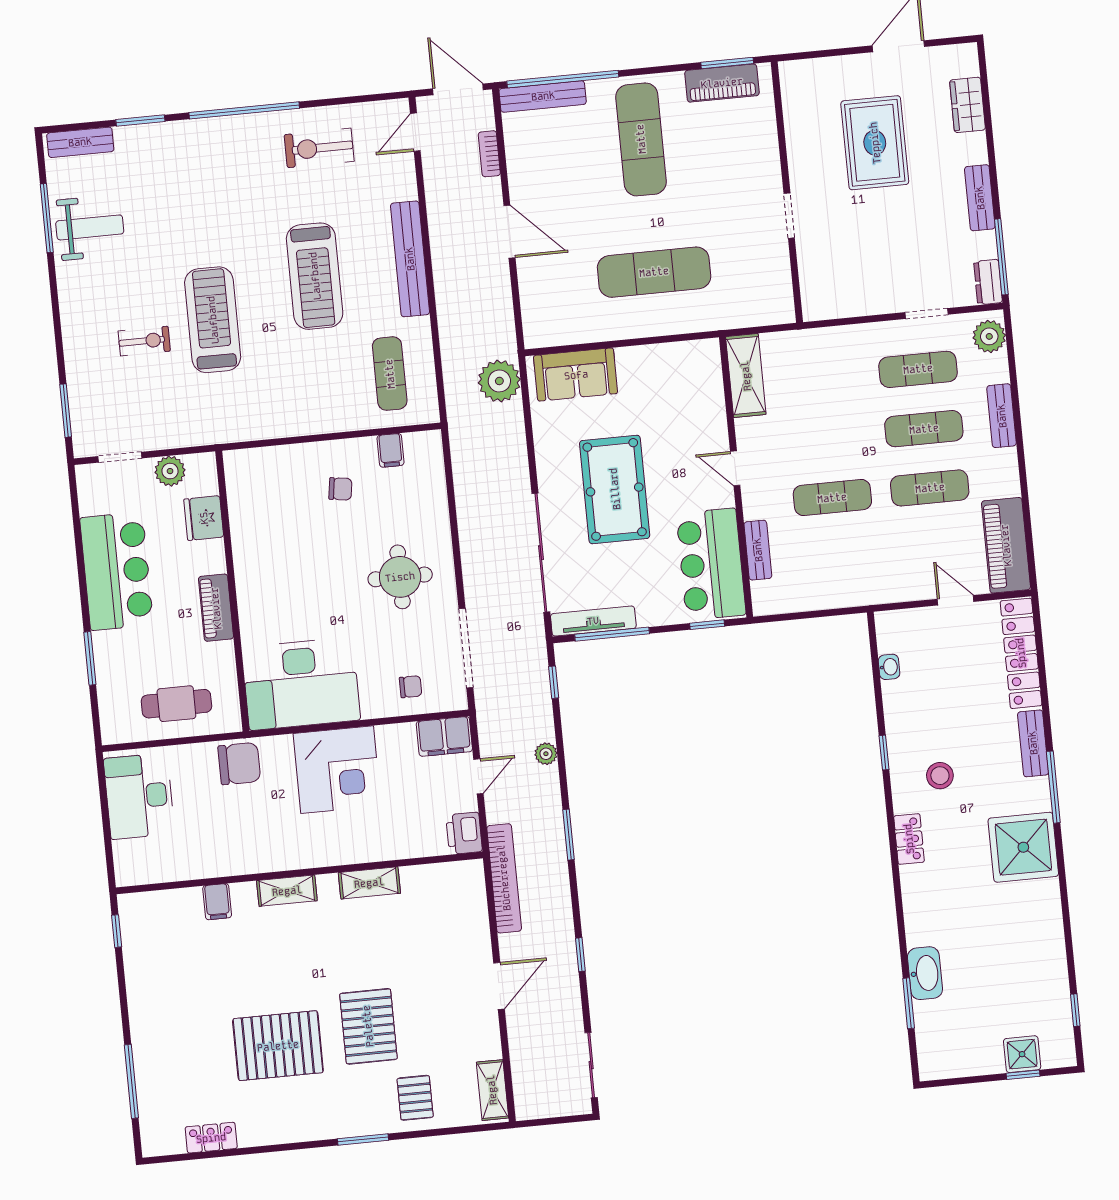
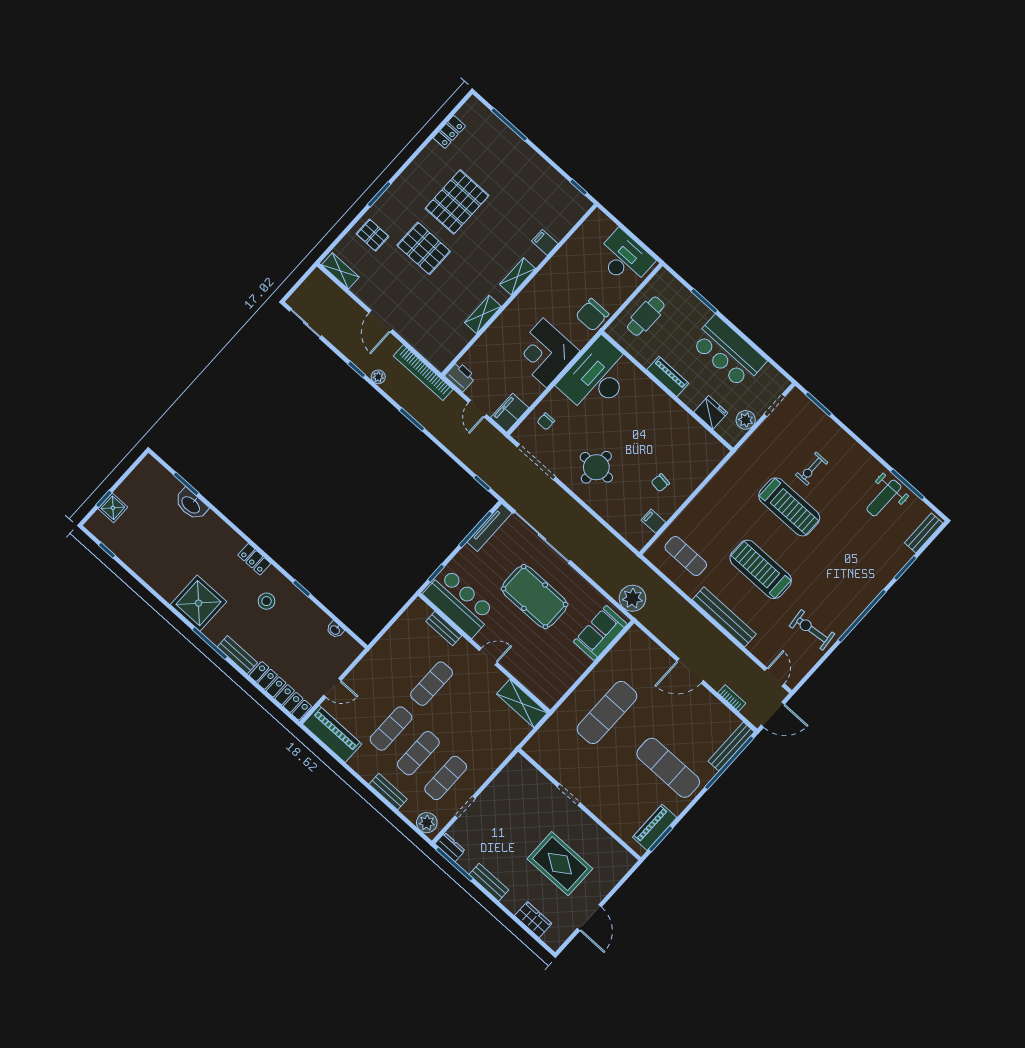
exercise bike: (319, 148) -> (812, 630), turned -96
plant: (546, 754) -> (378, 377), moved

